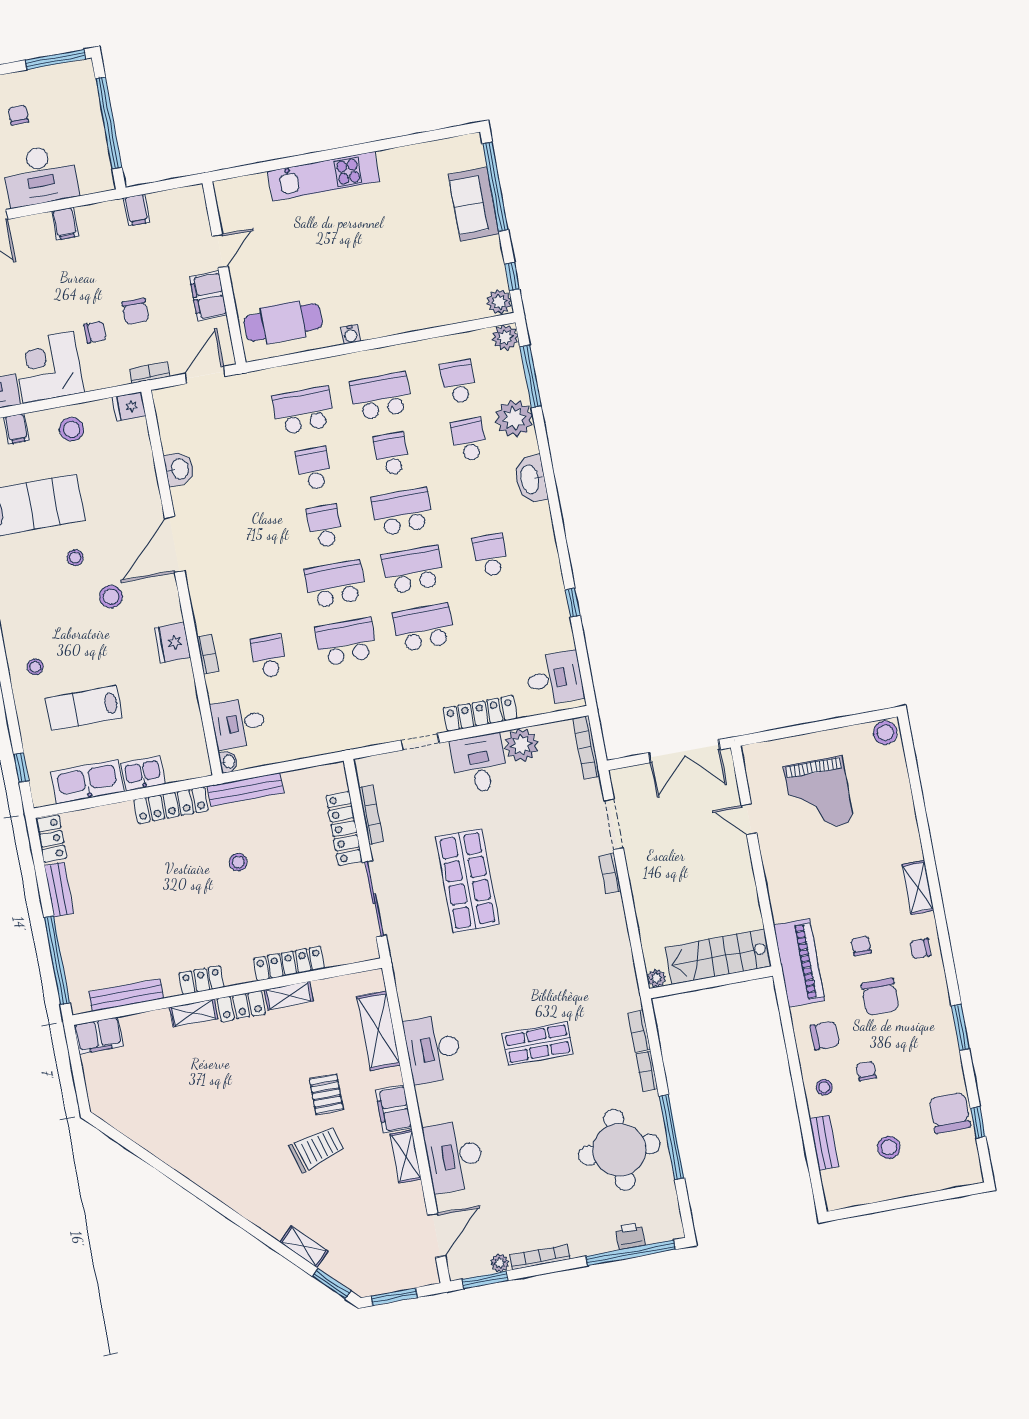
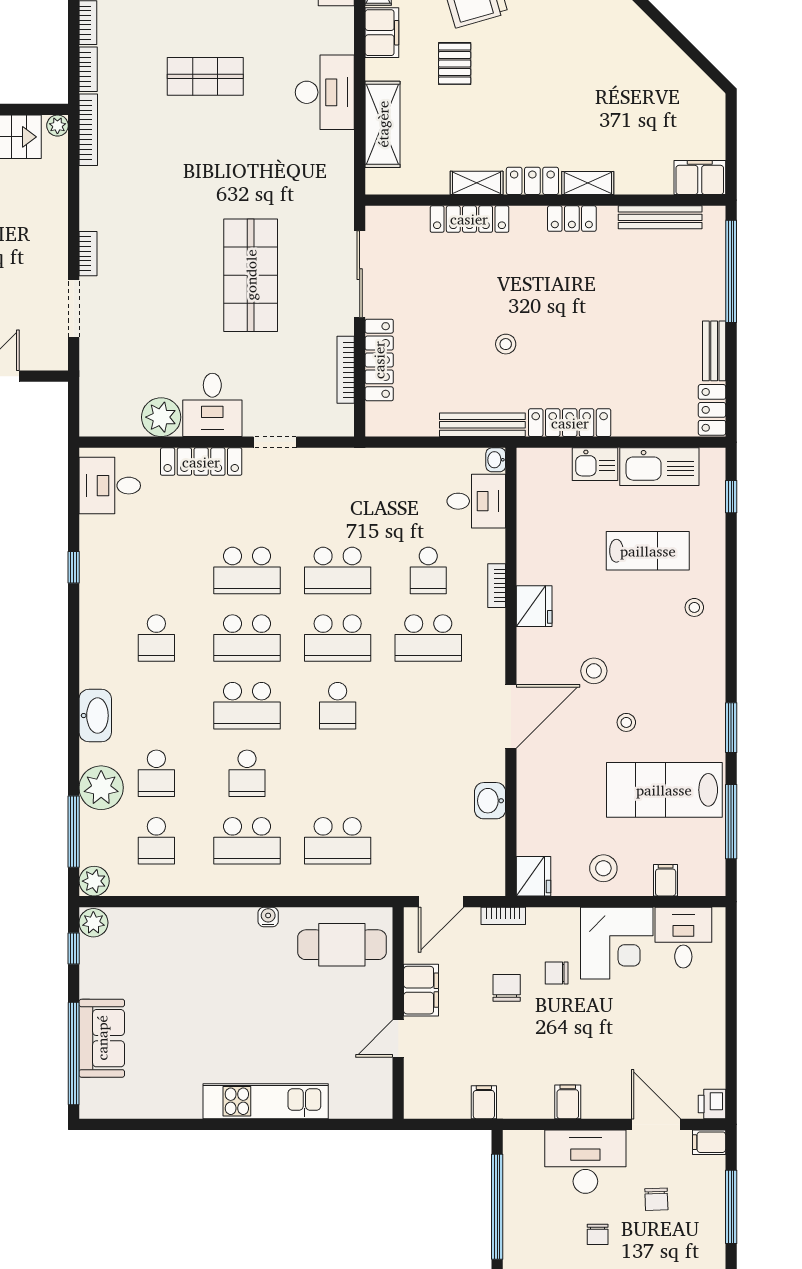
fridge: (129, 407) -> (534, 876), width x1.38
school desk: (314, 468) -> (428, 638), moved, width x1.85
bookcase: (586, 747) -> (88, 130), moved

